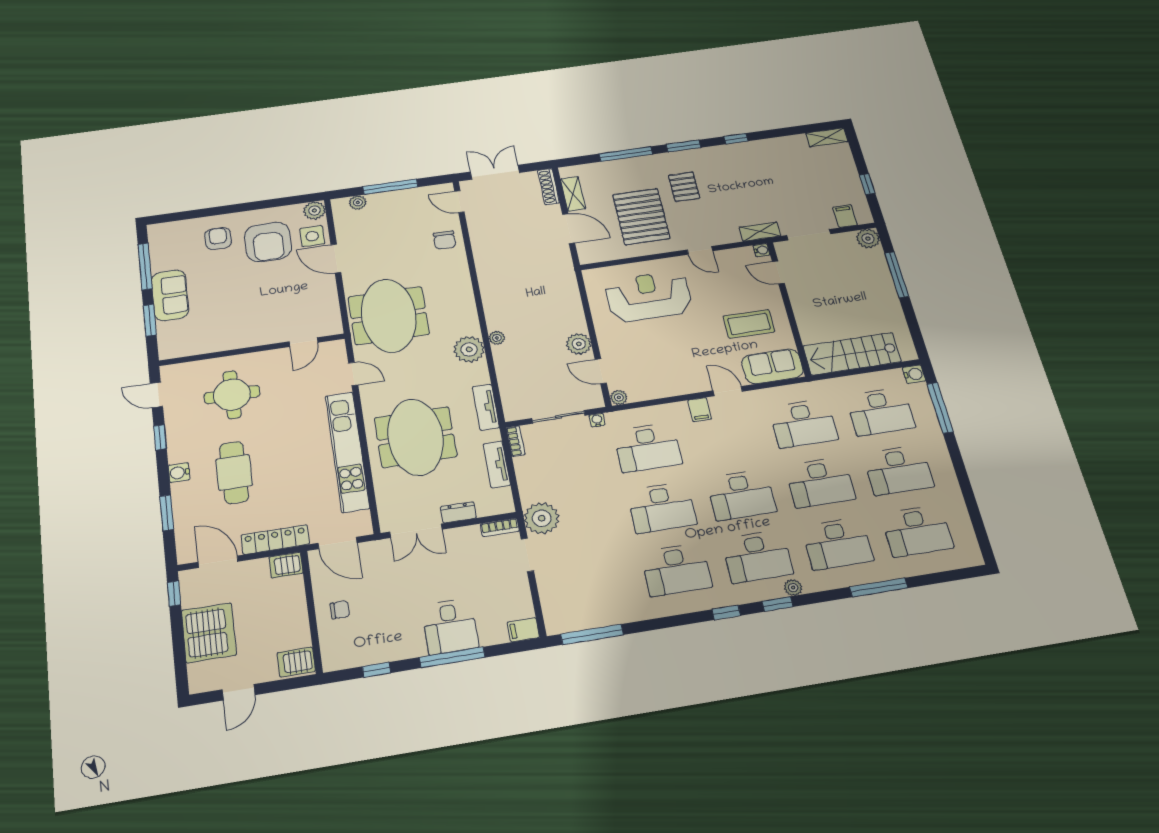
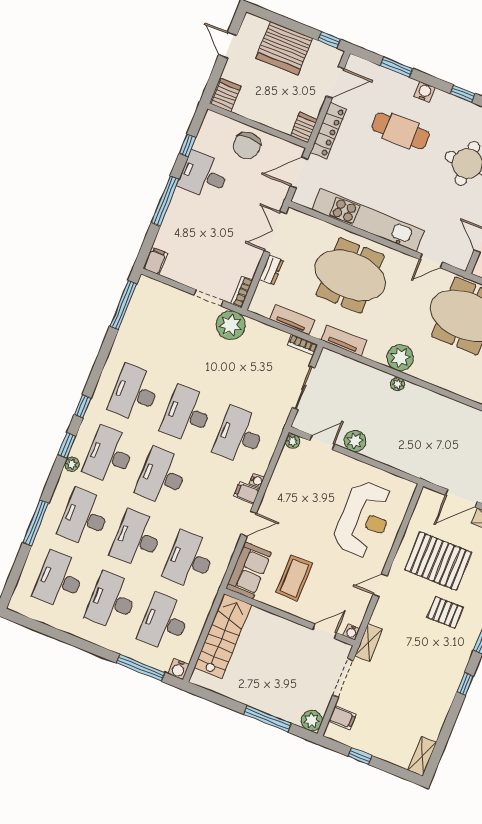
water cooler: (597, 420) -> (257, 481), moved
chair: (340, 610) -> (247, 146), width x1.87, depth x1.87
desk: (450, 626) -> (204, 176), moved

